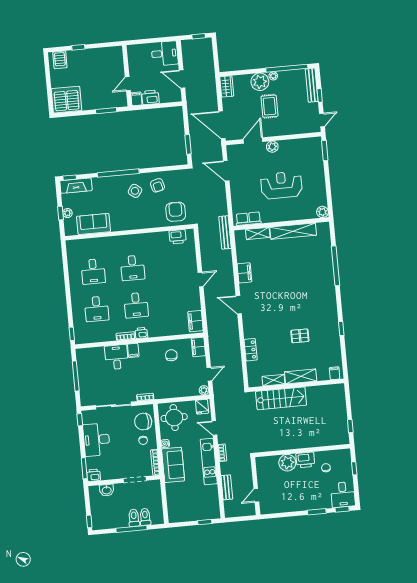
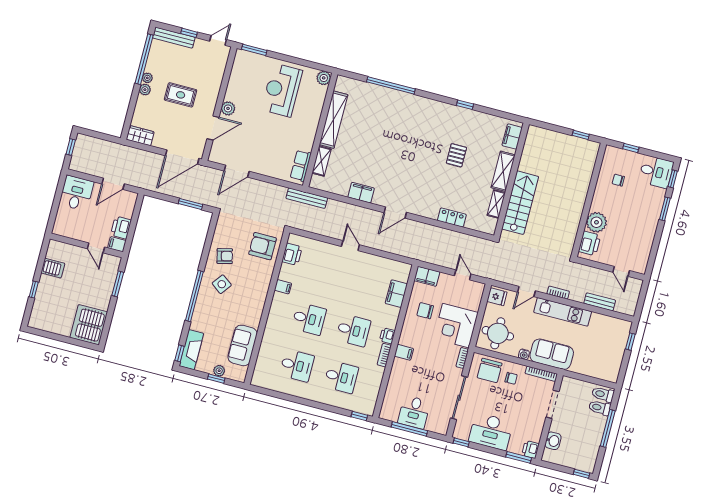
server rack: (60, 60) -> (53, 268), moved
plant: (260, 82) -> (145, 90), width x0.53, depth x0.53
door: (322, 120) -> (218, 40), hinge flipped
door: (253, 140) -> (213, 128), swing flipped
reception desk: (281, 185) -> (282, 90), moved
filing cabinet: (150, 239) -> (283, 287), added
filing cabinet: (195, 321) -> (396, 294), moved, turned 90
desk: (117, 357) -> (414, 412), moved, turned -90
filing cabinet: (335, 373) -> (512, 137), width x2.00
corner desk: (168, 383) -> (456, 326), added
plant: (204, 390) -> (479, 288), removed
printer: (305, 460) -> (590, 243), moved
toilet: (134, 518) -> (603, 394), moved

